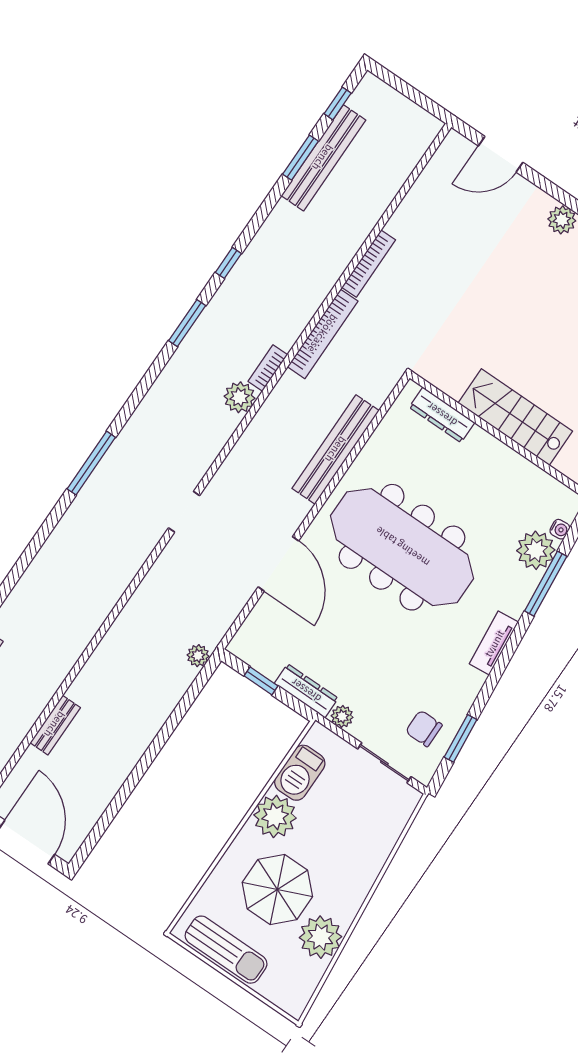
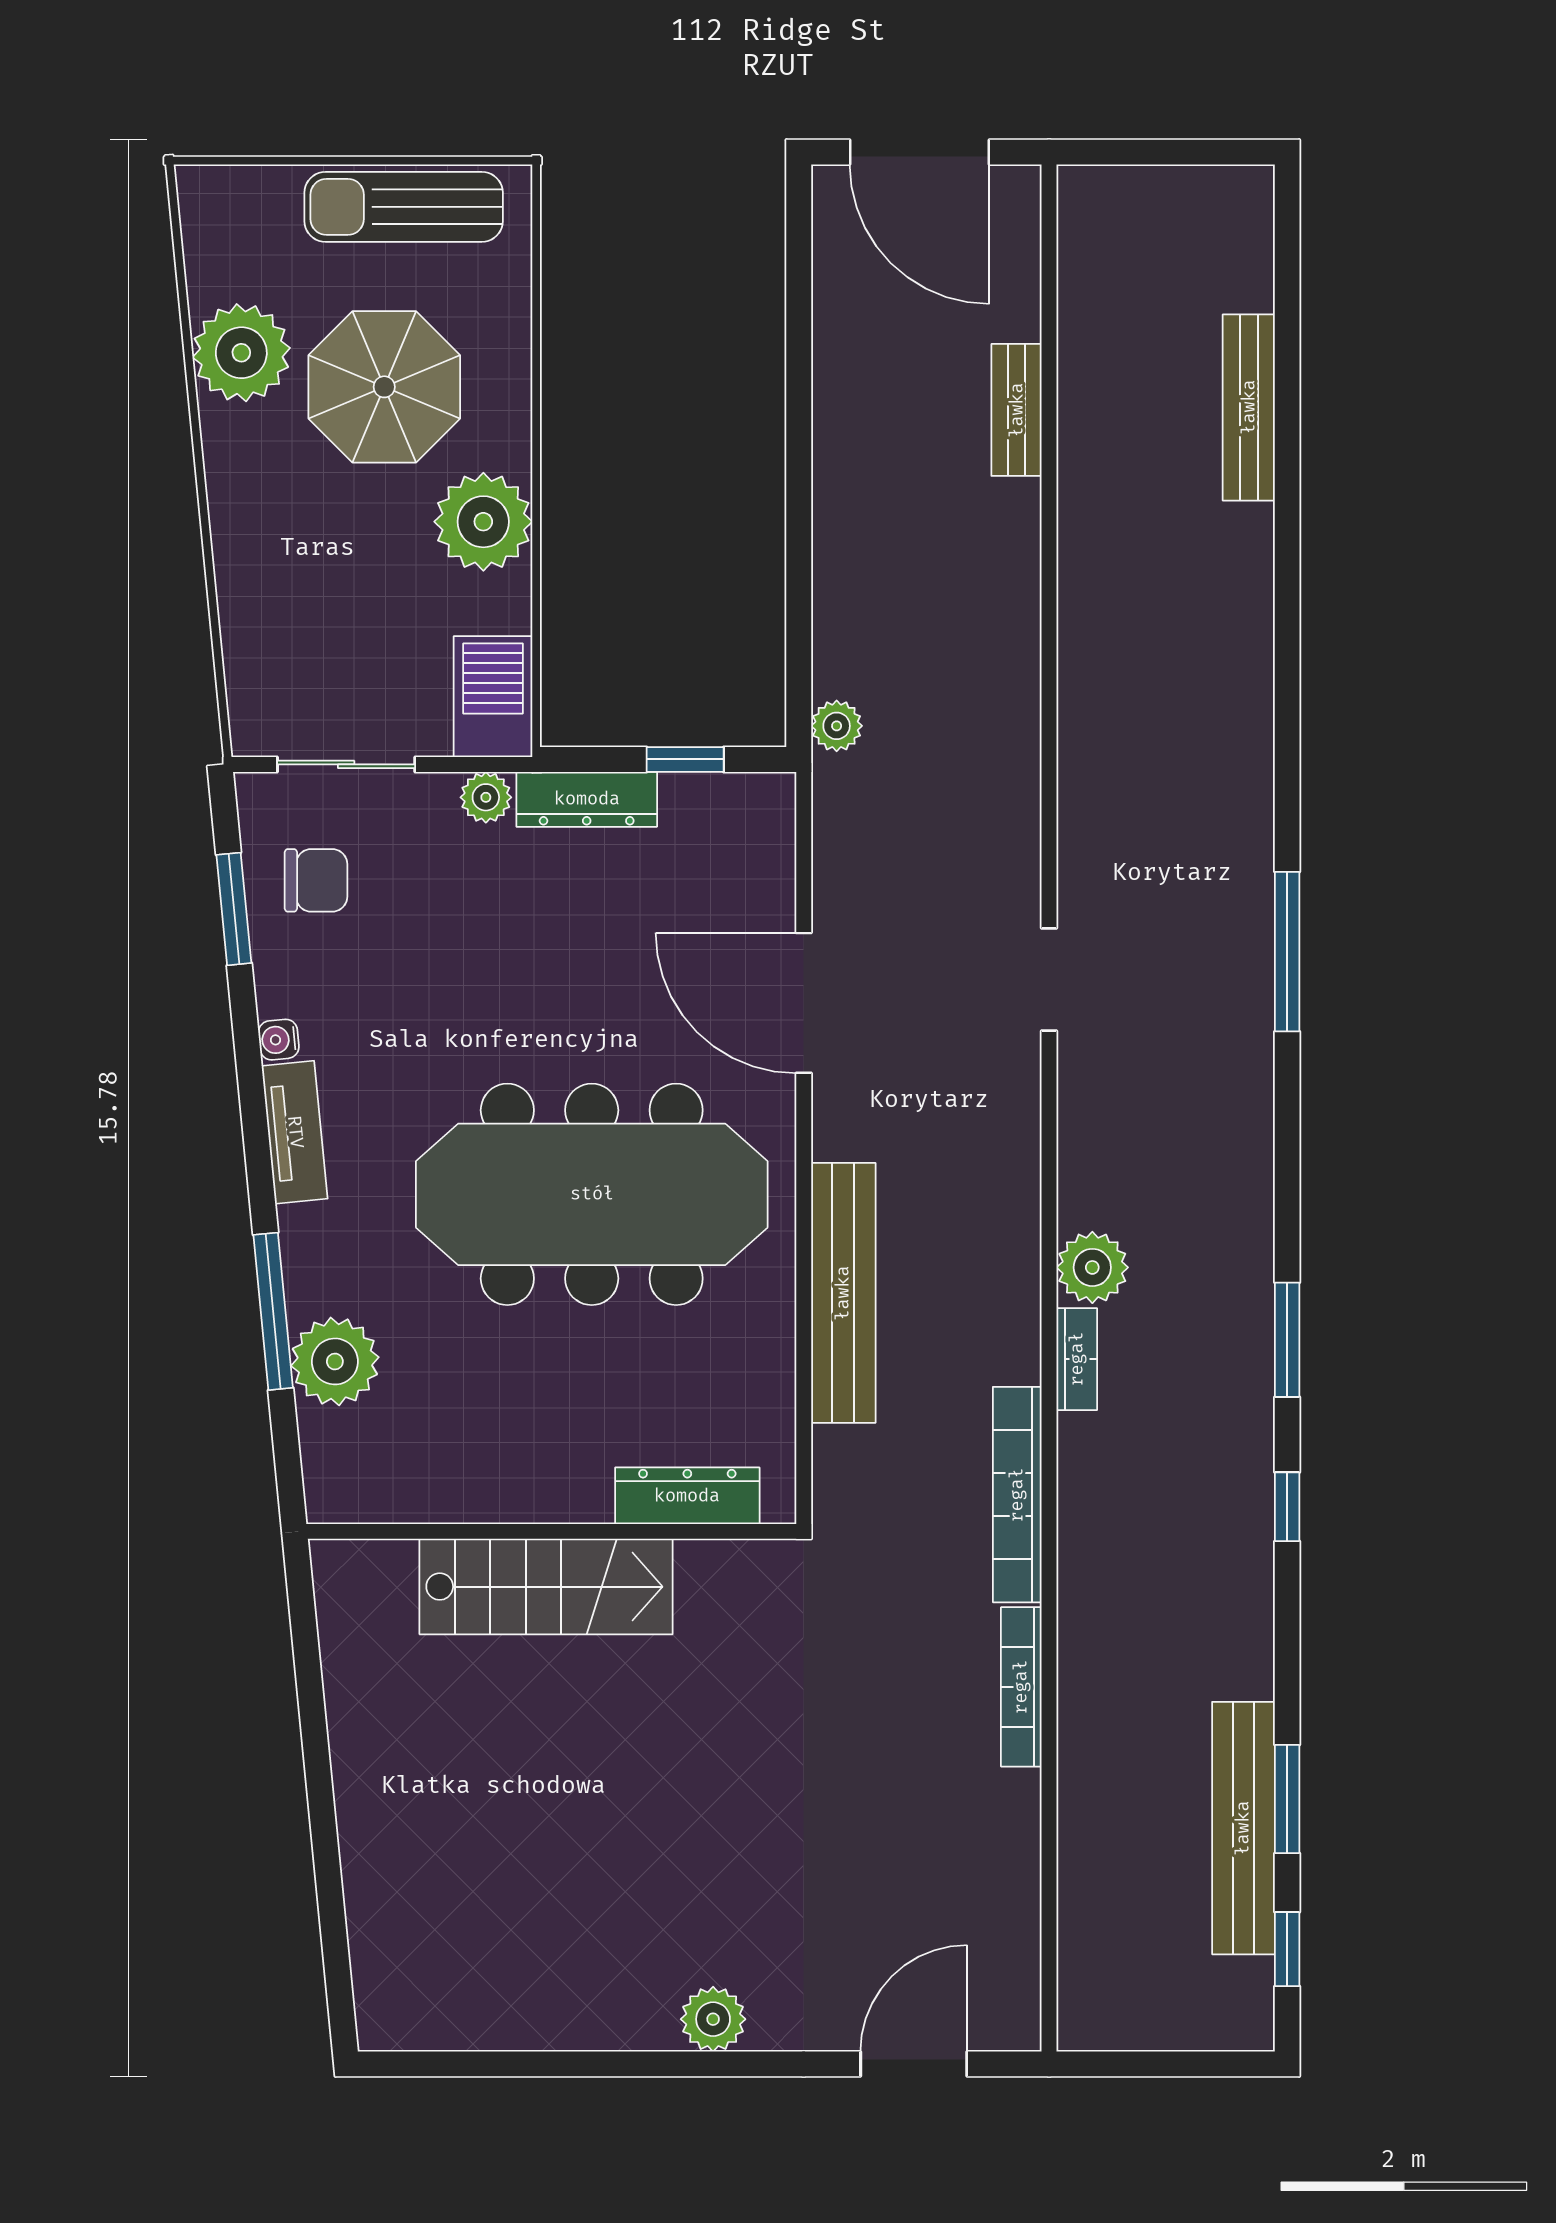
water cooler: (560, 529) -> (279, 1040), moved
barbecue: (300, 773) -> (493, 697), moved

